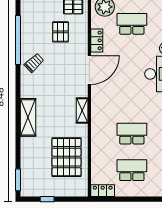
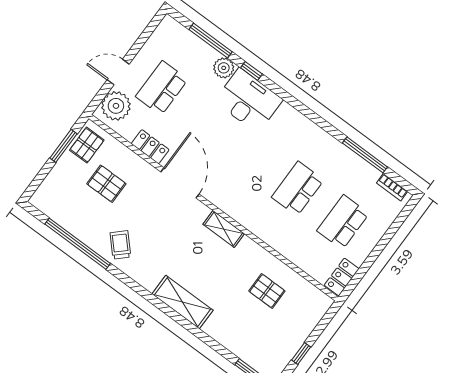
pallet: (66, 157) -> (267, 291), width x0.49, depth x0.50

